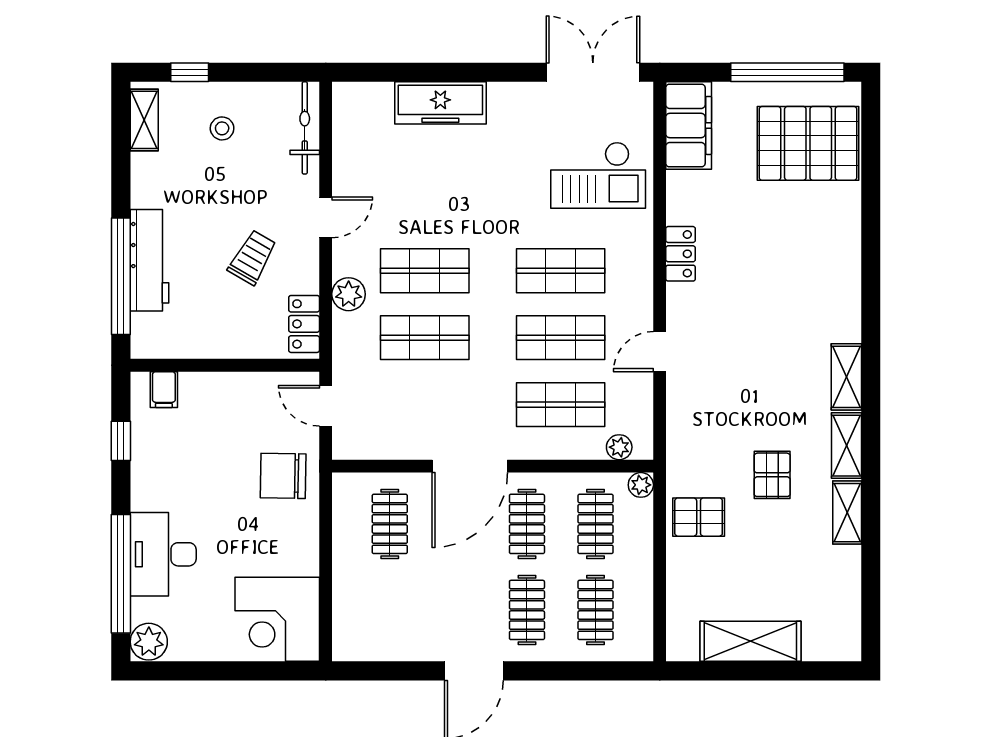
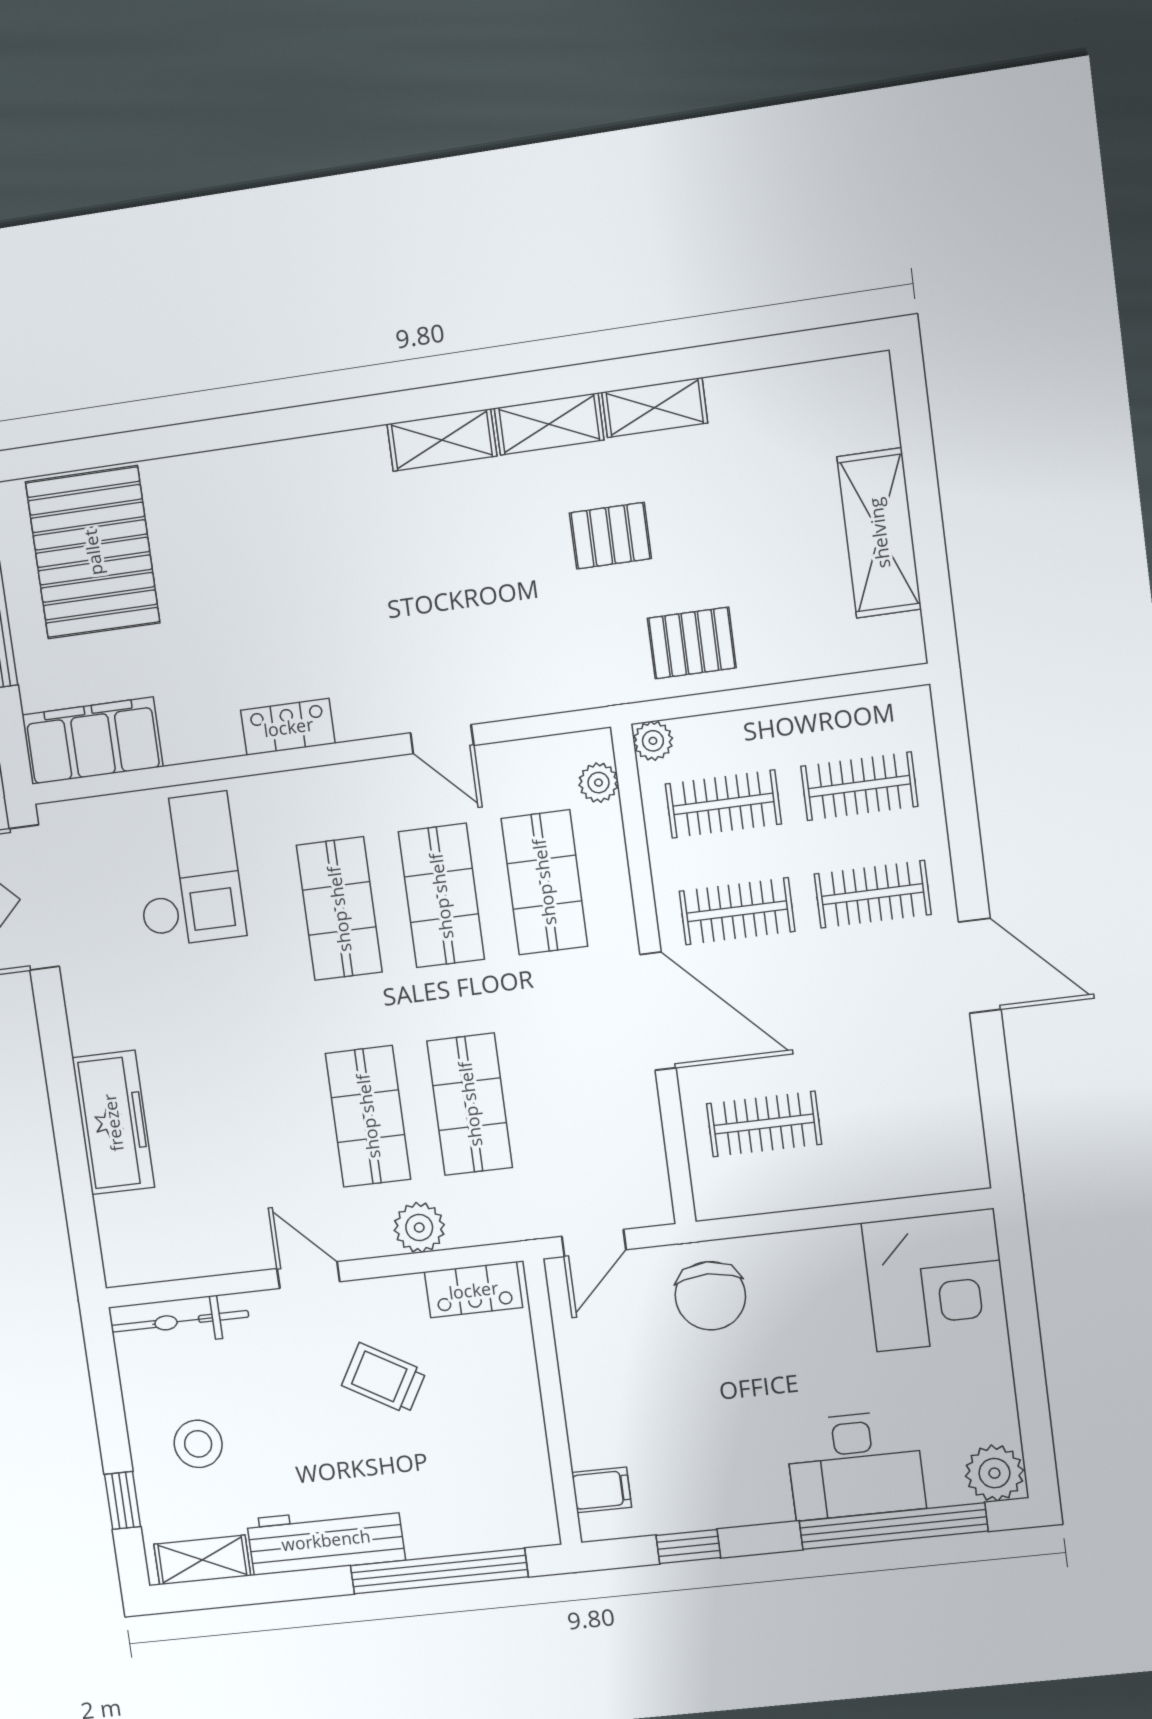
stool: (222, 128) -> (198, 1444), width x1.37, depth x1.37
workbench: (149, 260) -> (326, 1540), moved
pallet: (699, 517) -> (692, 643), turned 90

